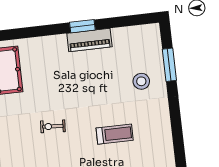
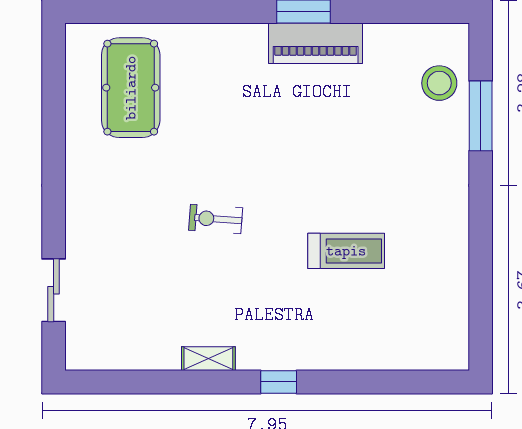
stool: (141, 81) -> (439, 83), moved

